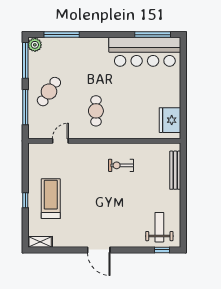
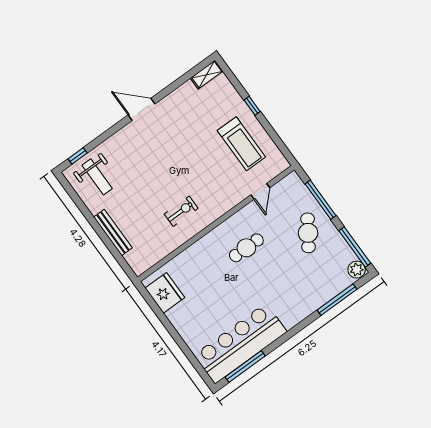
cafe table: (96, 111) -> (246, 248), turned 90
bench: (175, 170) -> (113, 232), moved
treadmill: (51, 199) -> (241, 144), moved

